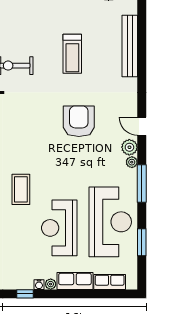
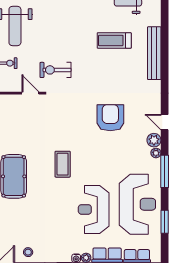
treadmill: (72, 54) -> (114, 40), moved, turned 90
coffee table: (21, 189) -> (63, 164), moved

